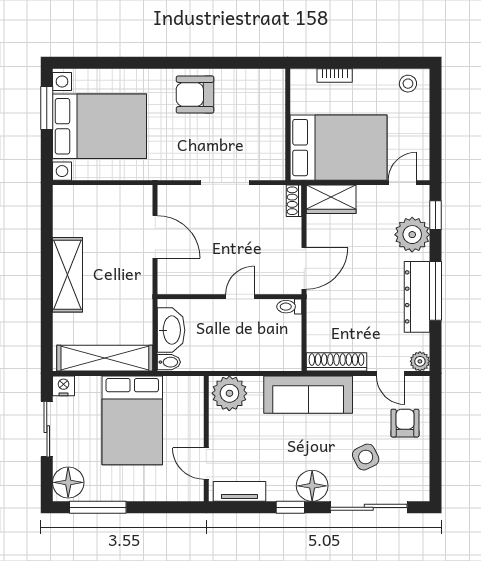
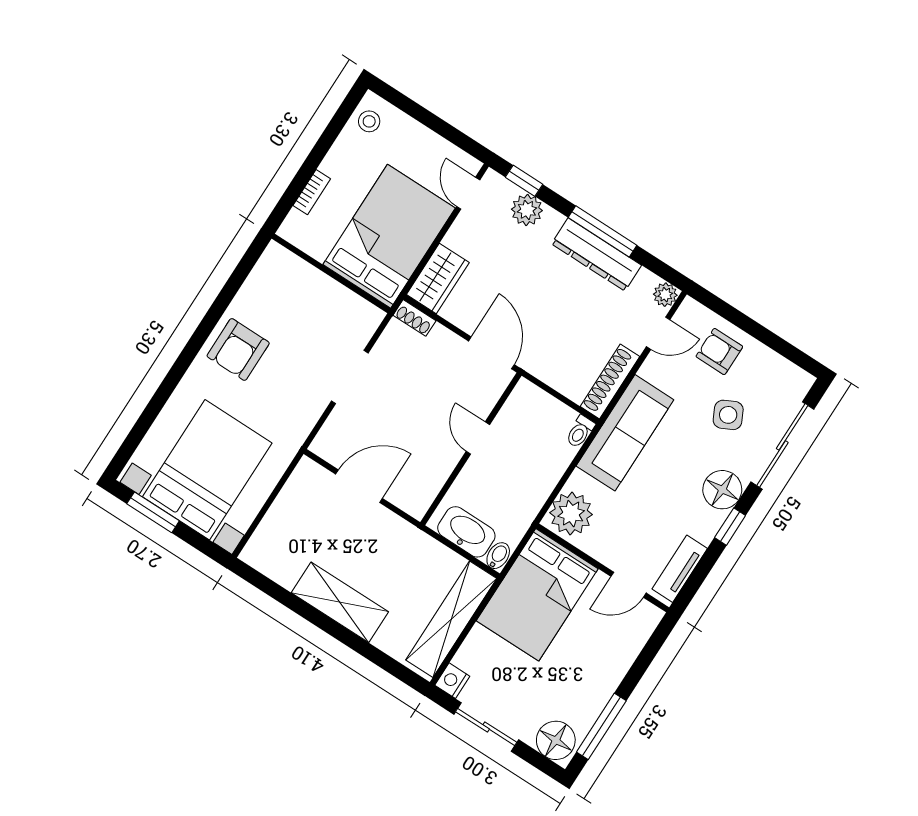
plant: (412, 235) -> (527, 210), width x0.73, depth x0.73
toilet: (289, 307) -> (580, 432), moved
bed: (132, 420) -> (537, 595), moved, turned 90

